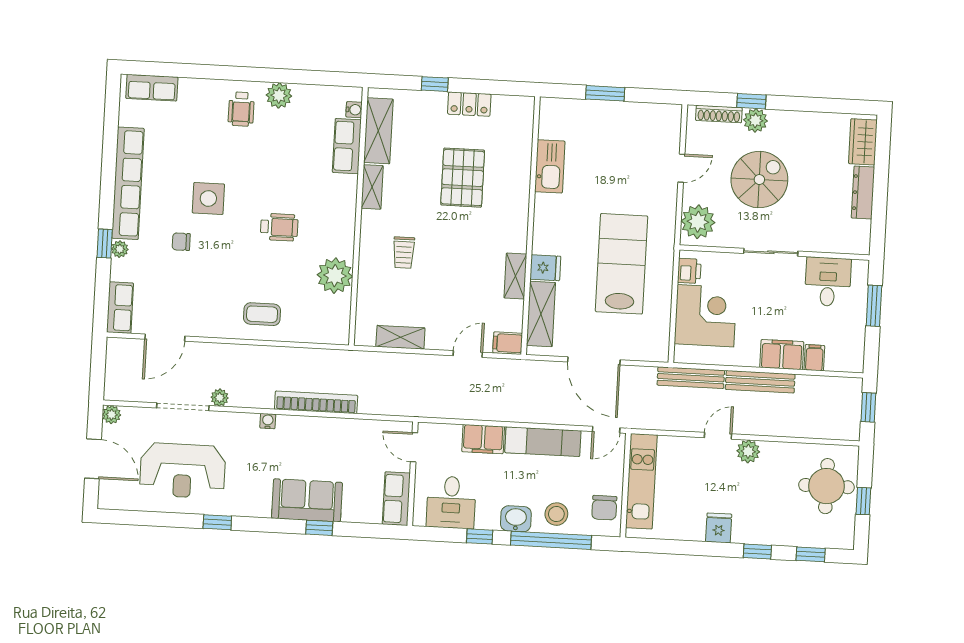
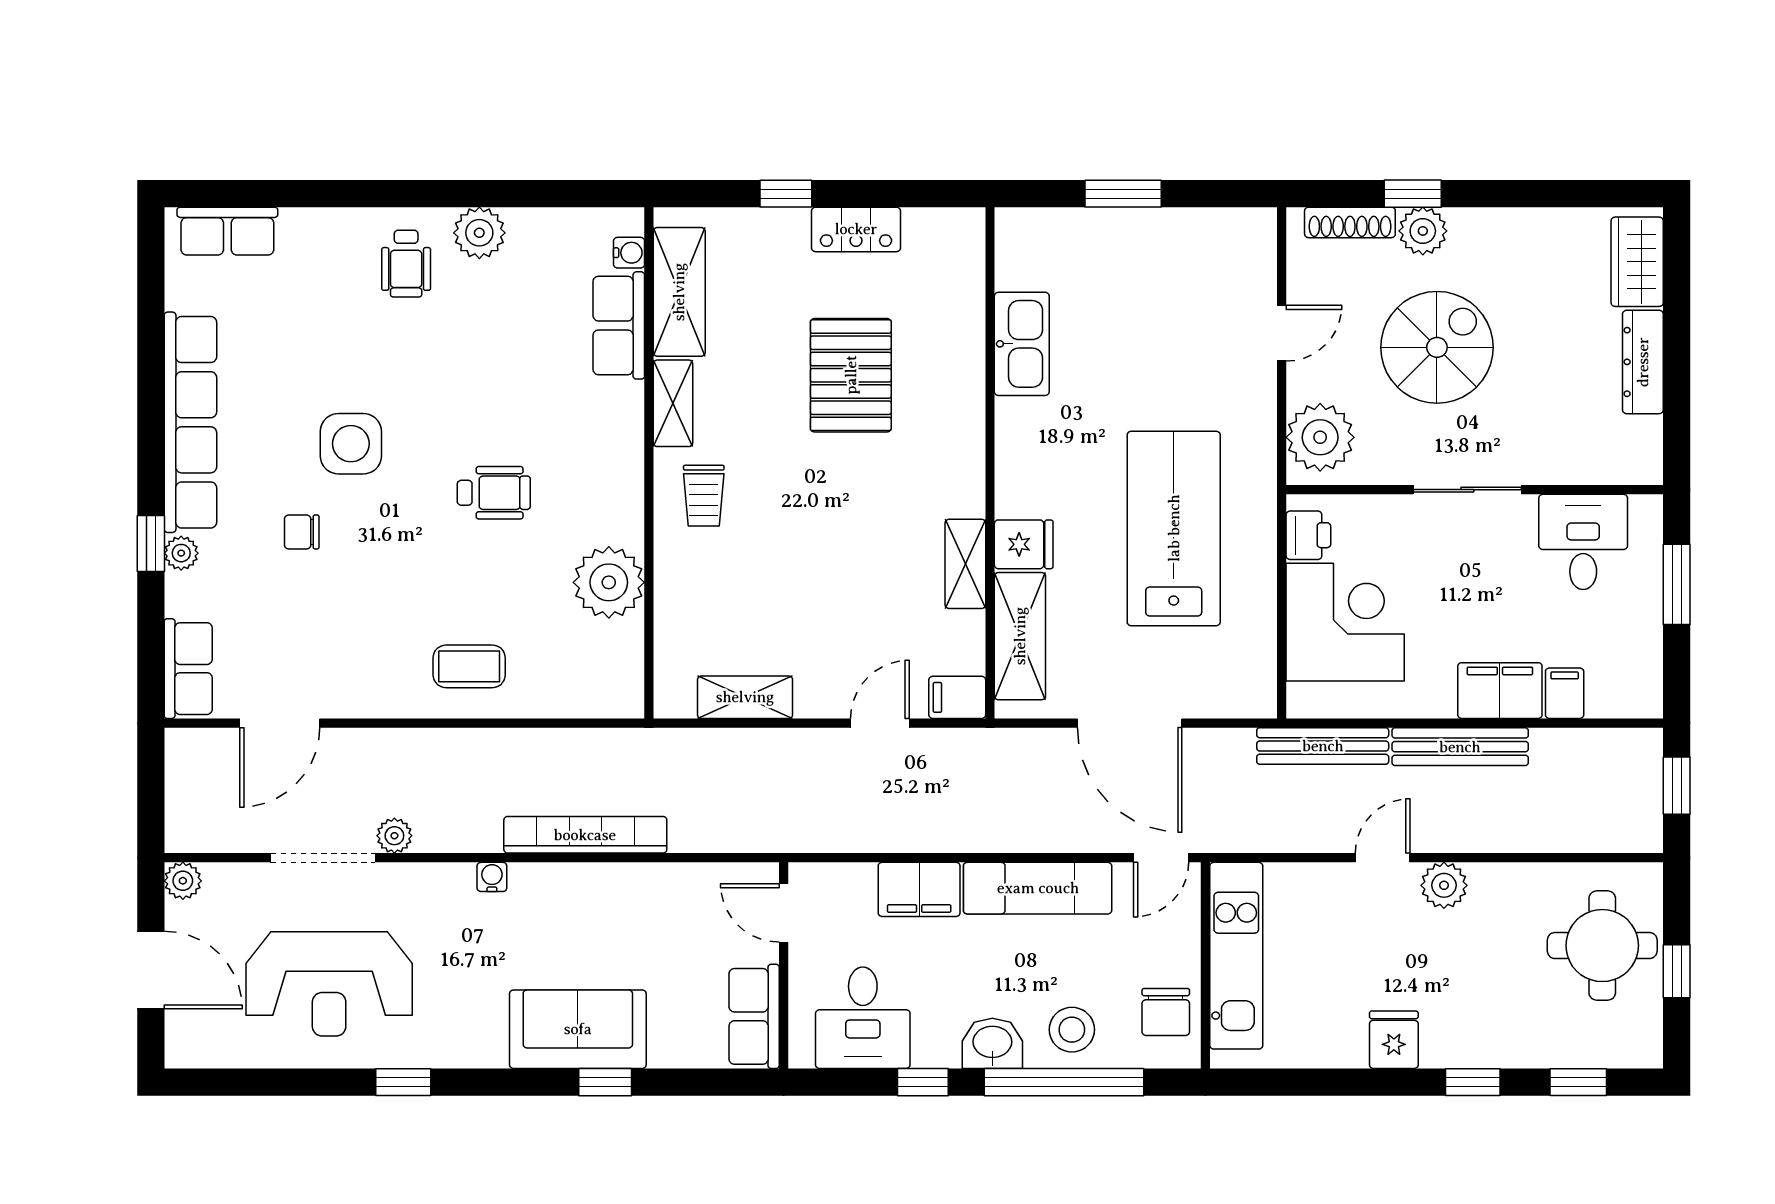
trolley: (404, 253) -> (704, 496), moved

